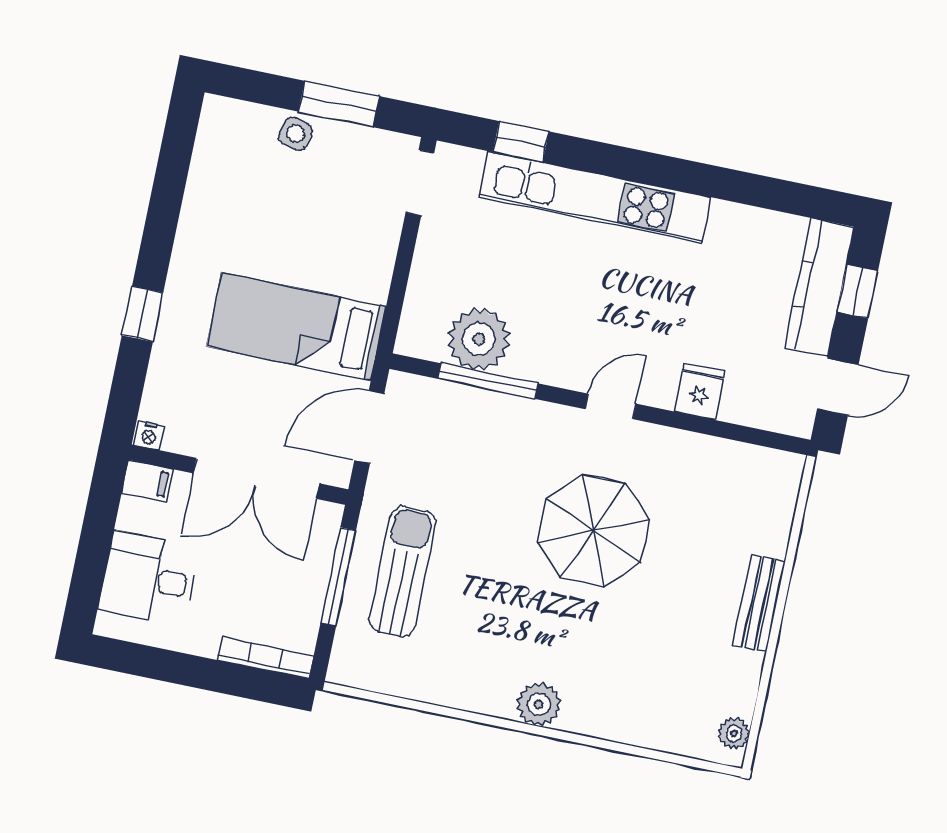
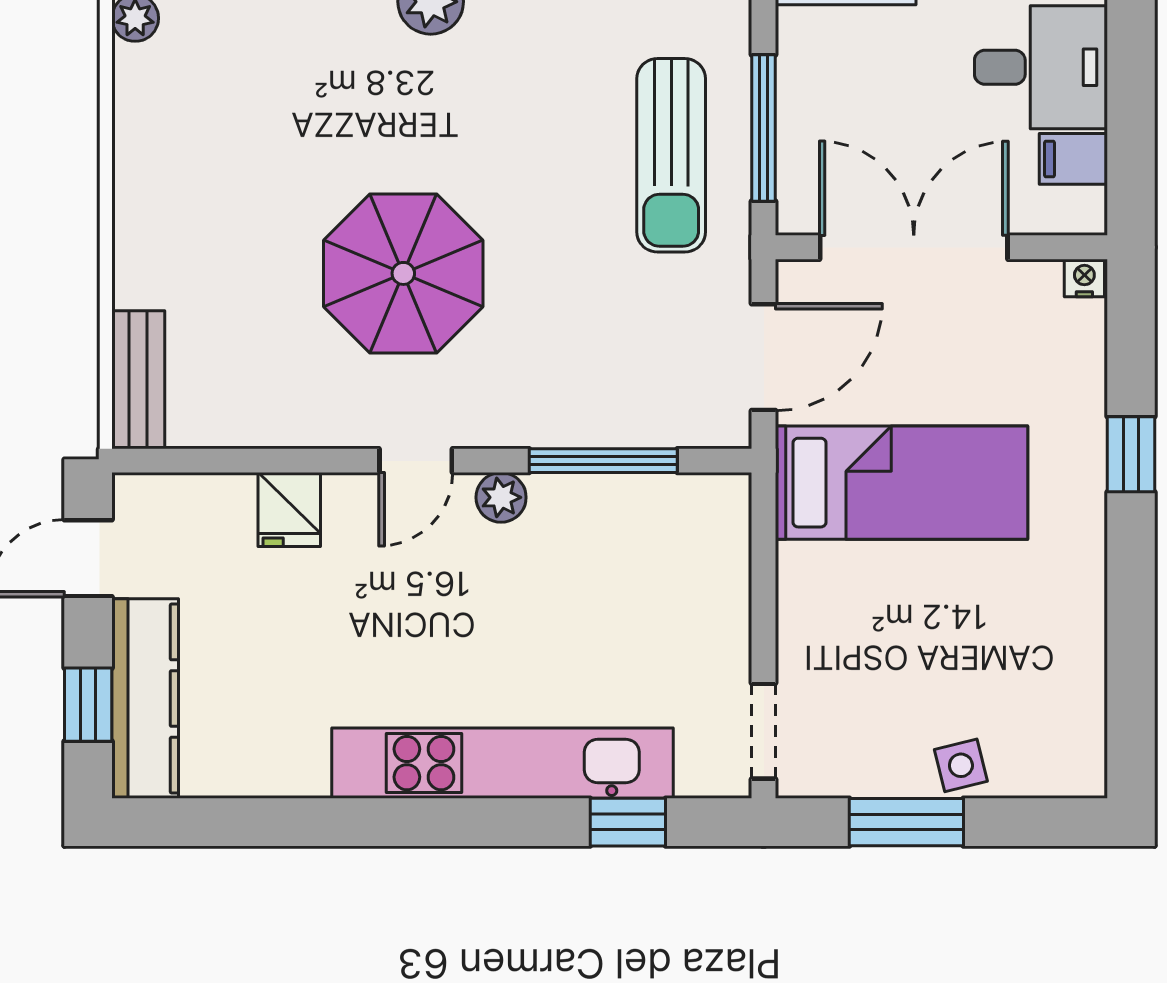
side table: (296, 134) -> (961, 765), turned -30
plant: (479, 339) -> (501, 497), moved, width x0.53, depth x0.53
filing cabinet: (147, 481) -> (1073, 159), moved
bench: (759, 603) -> (138, 380), moved

